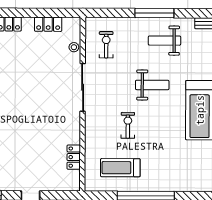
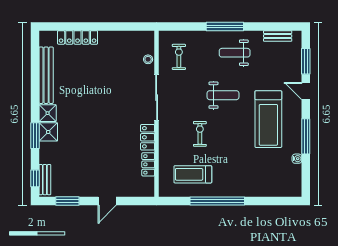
locker: (48, 24) -> (148, 137), moved, turned 90

